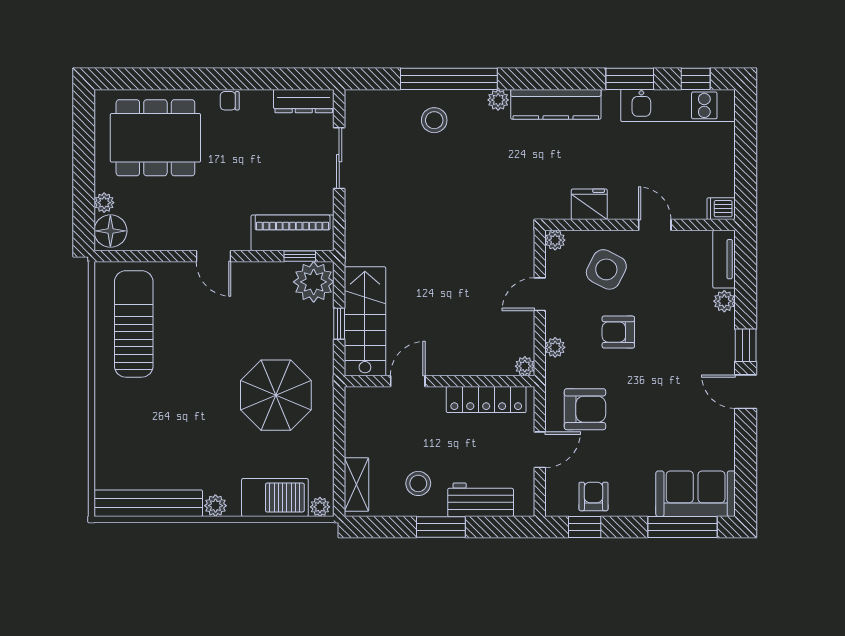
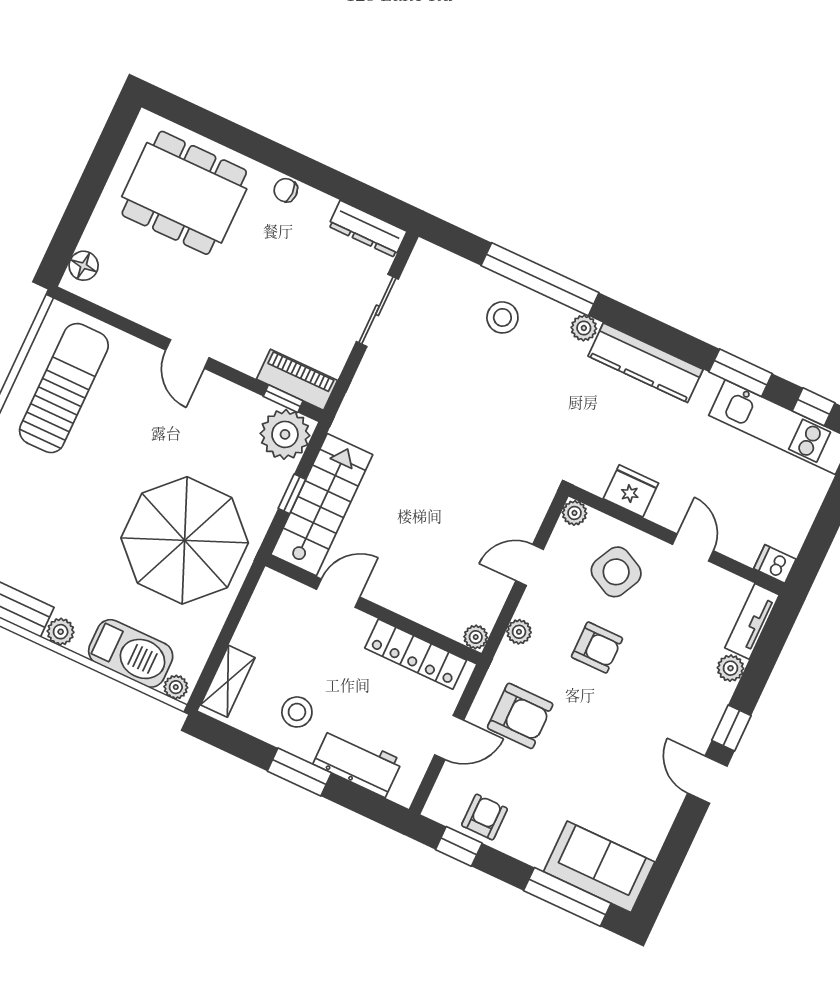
plant: (104, 203) -> (94, 238), removed
floor lamp: (110, 231) -> (84, 266), width x0.73, depth x0.73
piano: (293, 233) -> (297, 380), width x0.73, depth x0.75
armchair: (618, 332) -> (597, 648), turned 180
parasol: (276, 395) -> (185, 540), width x1.36, depth x1.36

